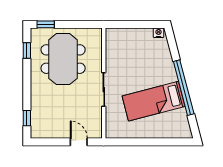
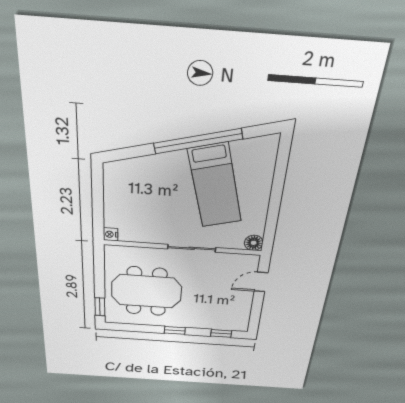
nightstand: (159, 33) -> (111, 234), moved
window: (27, 51) -> (175, 330), moved
floor lamp: (112, 132) -> (254, 243), added

